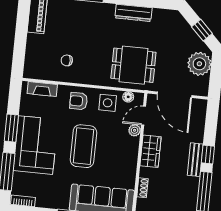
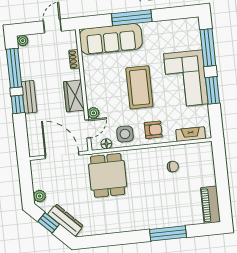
dresser: (134, 13) -> (66, 220), moved, turned 45
plant: (199, 64) -> (40, 196), width x0.53, depth x0.53
dining table: (133, 65) -> (108, 175), turned 90
bookcase: (23, 201) -> (187, 22), removed

